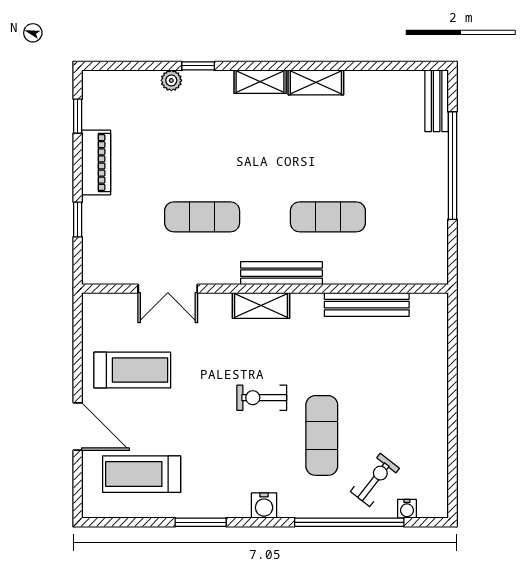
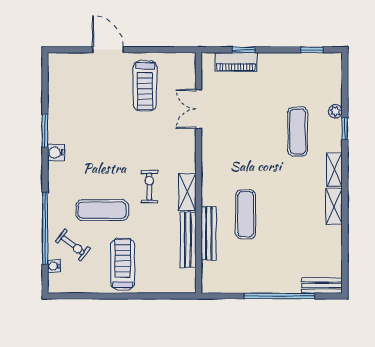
piano: (96, 162) -> (236, 62), moved
exercise mat: (202, 217) -> (298, 132), moved
bench: (281, 273) -> (209, 233), moved
shelving: (261, 306) -> (187, 192), moved
exercise bike: (262, 398) -> (149, 187), moved
door: (78, 427) -> (108, 50), swing flipped
treadmill: (142, 474) -> (123, 264), moved
water cooler: (264, 506) -> (56, 153), moved

